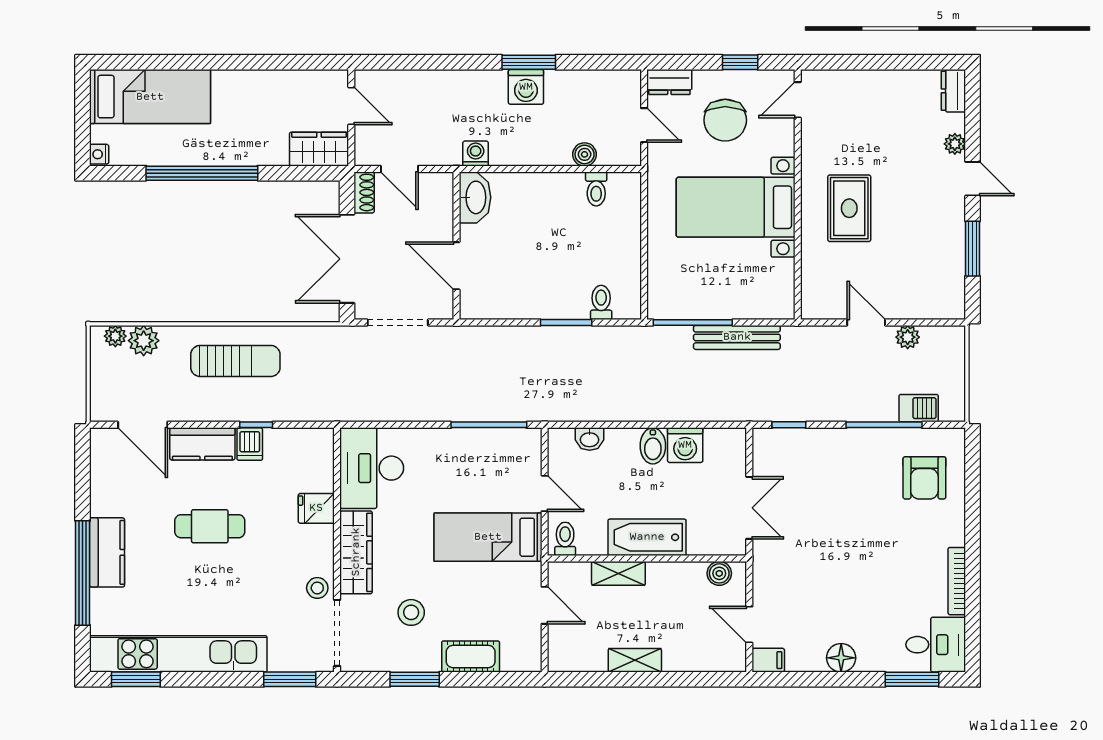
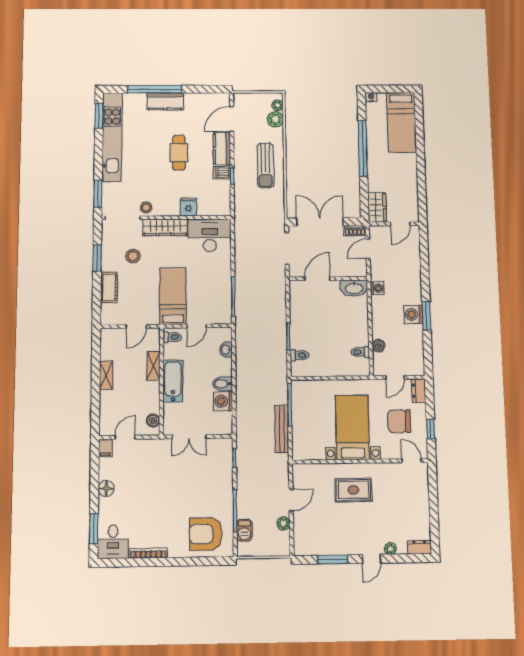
armchair: (924, 478) -> (206, 534), width x1.36, depth x1.36

